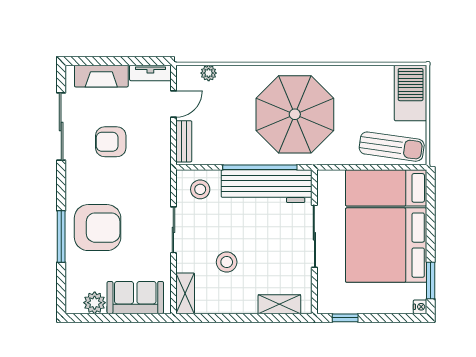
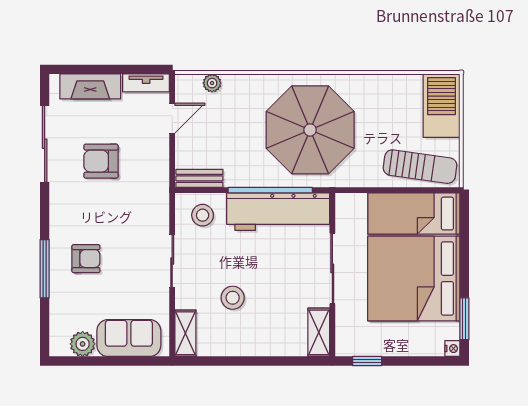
bench: (184, 141) -> (199, 178), moved, turned 90
armchair: (98, 228) -> (86, 259), width x0.53, depth x0.53
shelving: (279, 304) -> (319, 332), moved, turned 90

